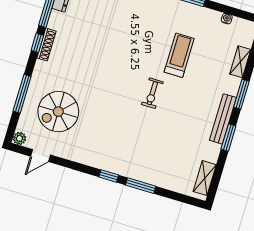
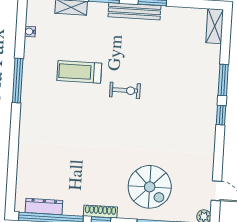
spiral stairs: (58, 112) -> (150, 187), moved
shelving: (205, 178) -> (215, 26), moved, turned 90

